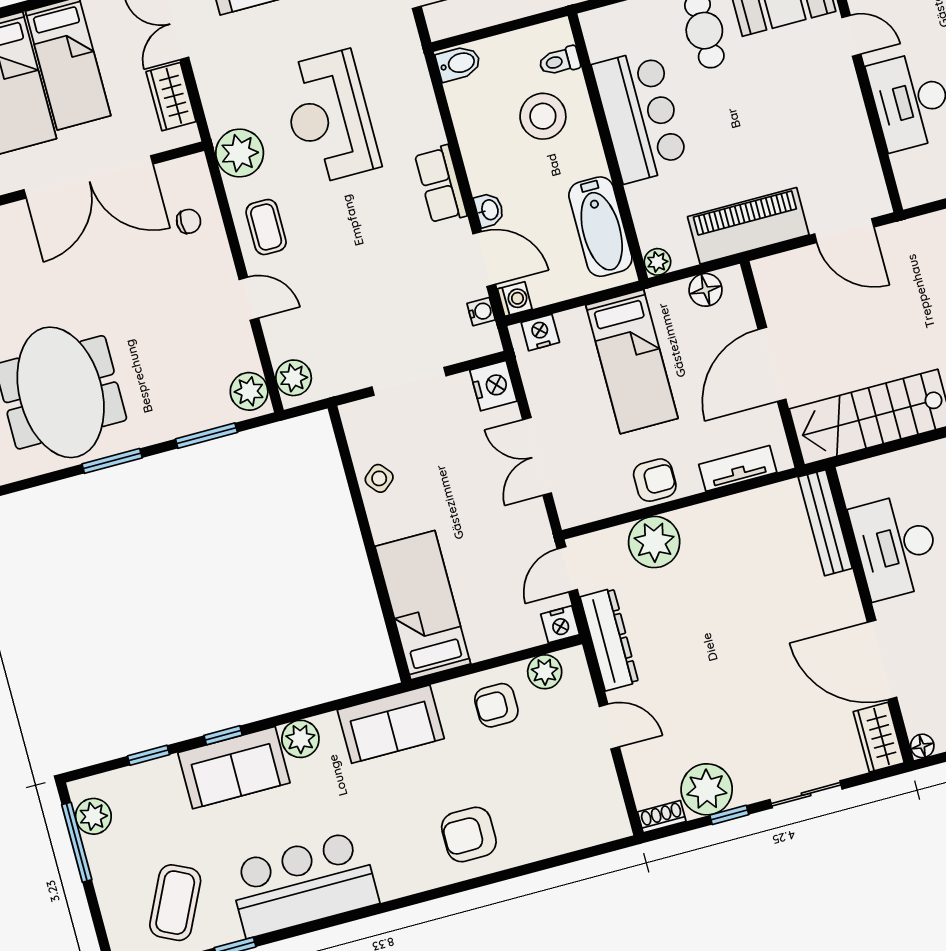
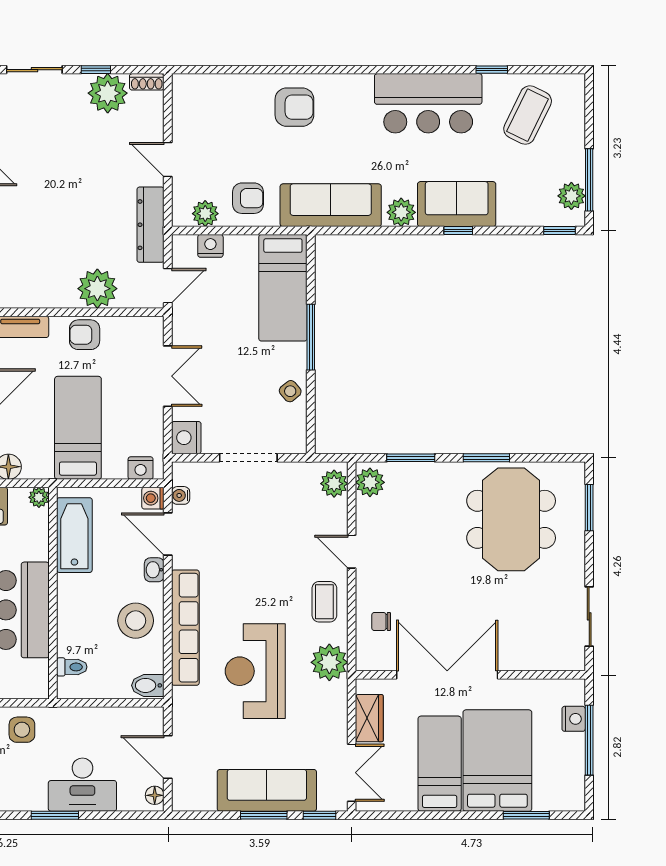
stool: (543, 116) -> (136, 621), moved
reception desk: (329, 117) -> (255, 671), turned 180
row of seats: (441, 185) -> (185, 628), width x2.02
window: (372, 553) -> (311, 337), added
nightstand: (560, 624) -> (210, 246), moved
sofa: (391, 724) -> (331, 205), width x1.36
window: (149, 755) -> (559, 230), moved

